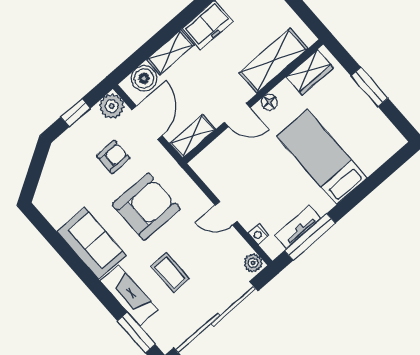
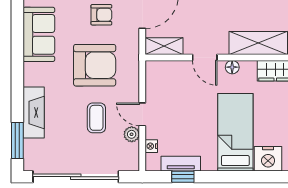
nightstand: (371, 155) -> (268, 159), added
window: (310, 237) -> (183, 177), width x0.46
sofa: (92, 243) -> (39, 34), moved
plant: (253, 263) -> (132, 134), moved
coffee table: (170, 273) -> (96, 118), moved

